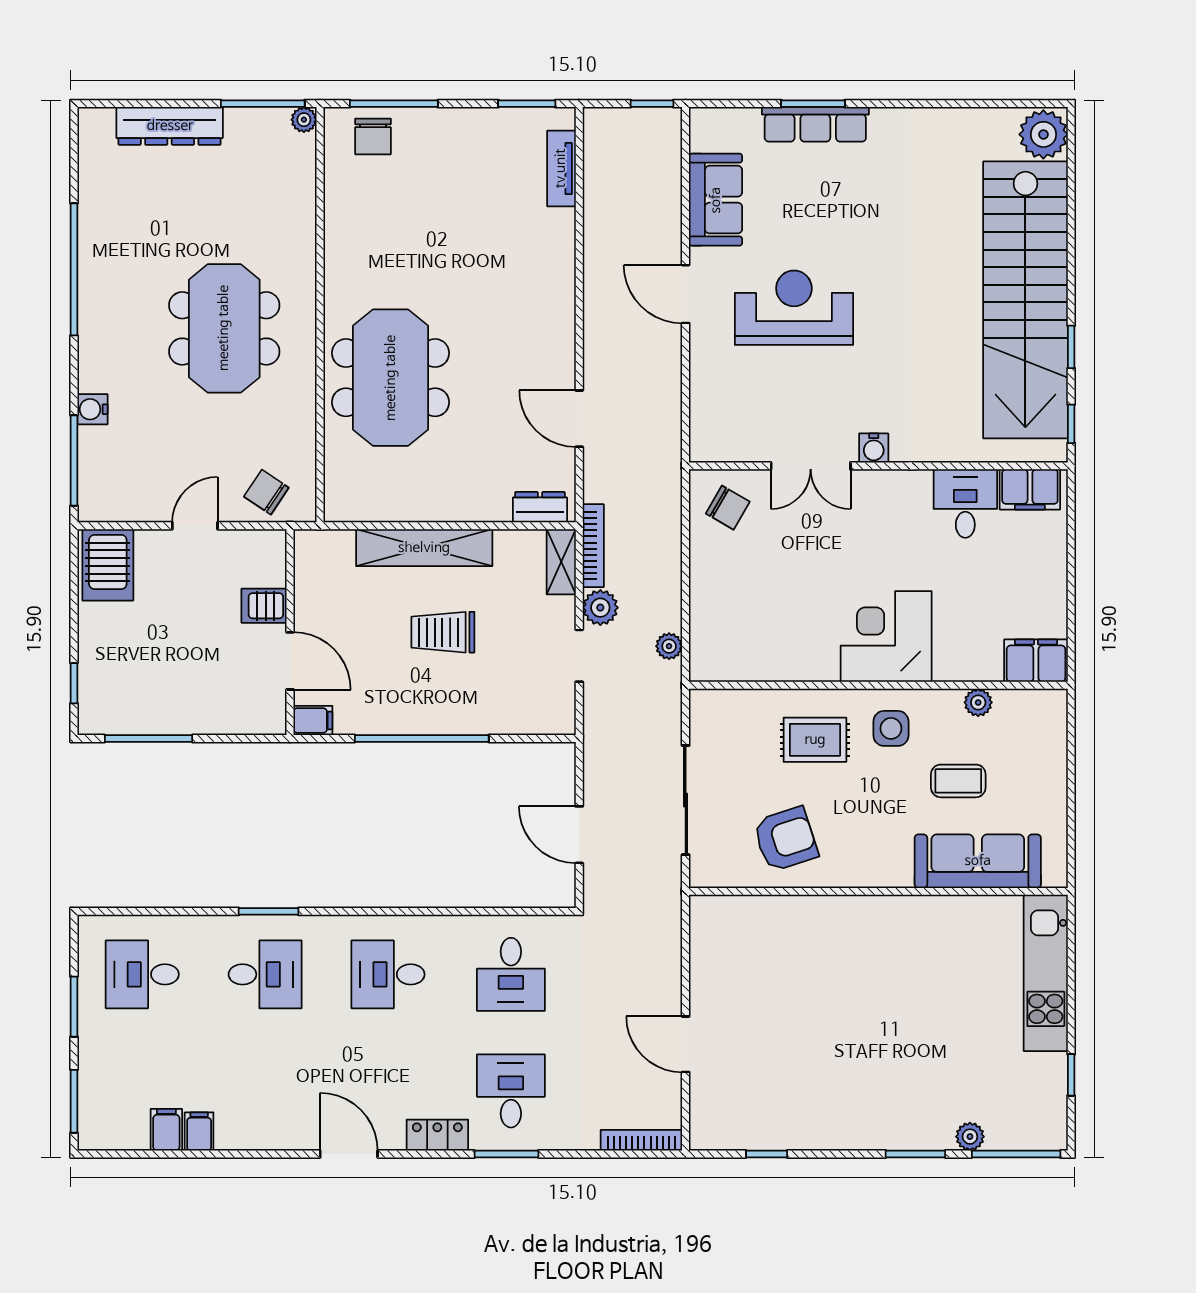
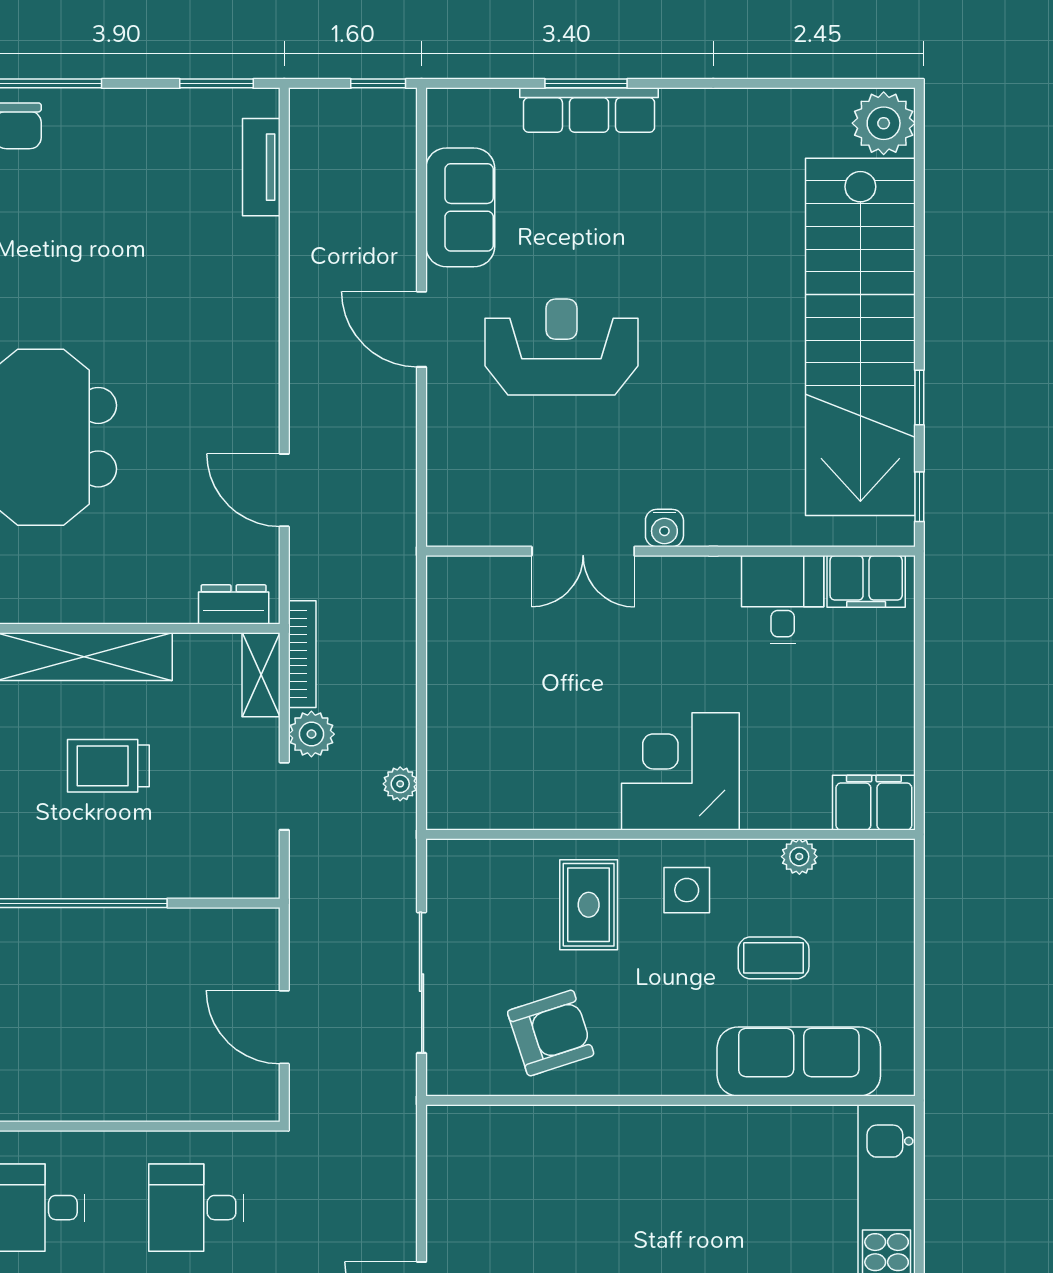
chair: (728, 508) -> (476, 605), removed
rug: (815, 740) -> (589, 905), turned 90
desk: (511, 974) -> (196, 1208), turned 90

